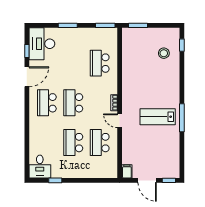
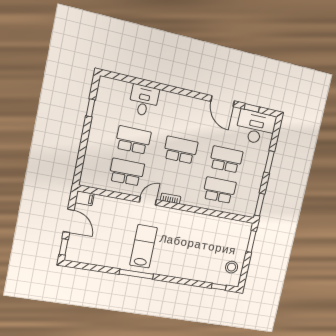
stool: (164, 53) -> (232, 267), moved
school desk: (47, 103) -> (226, 159), moved
desk: (40, 167) -> (144, 100), moved, turned 90
door: (147, 180) -> (69, 221), swing flipped

